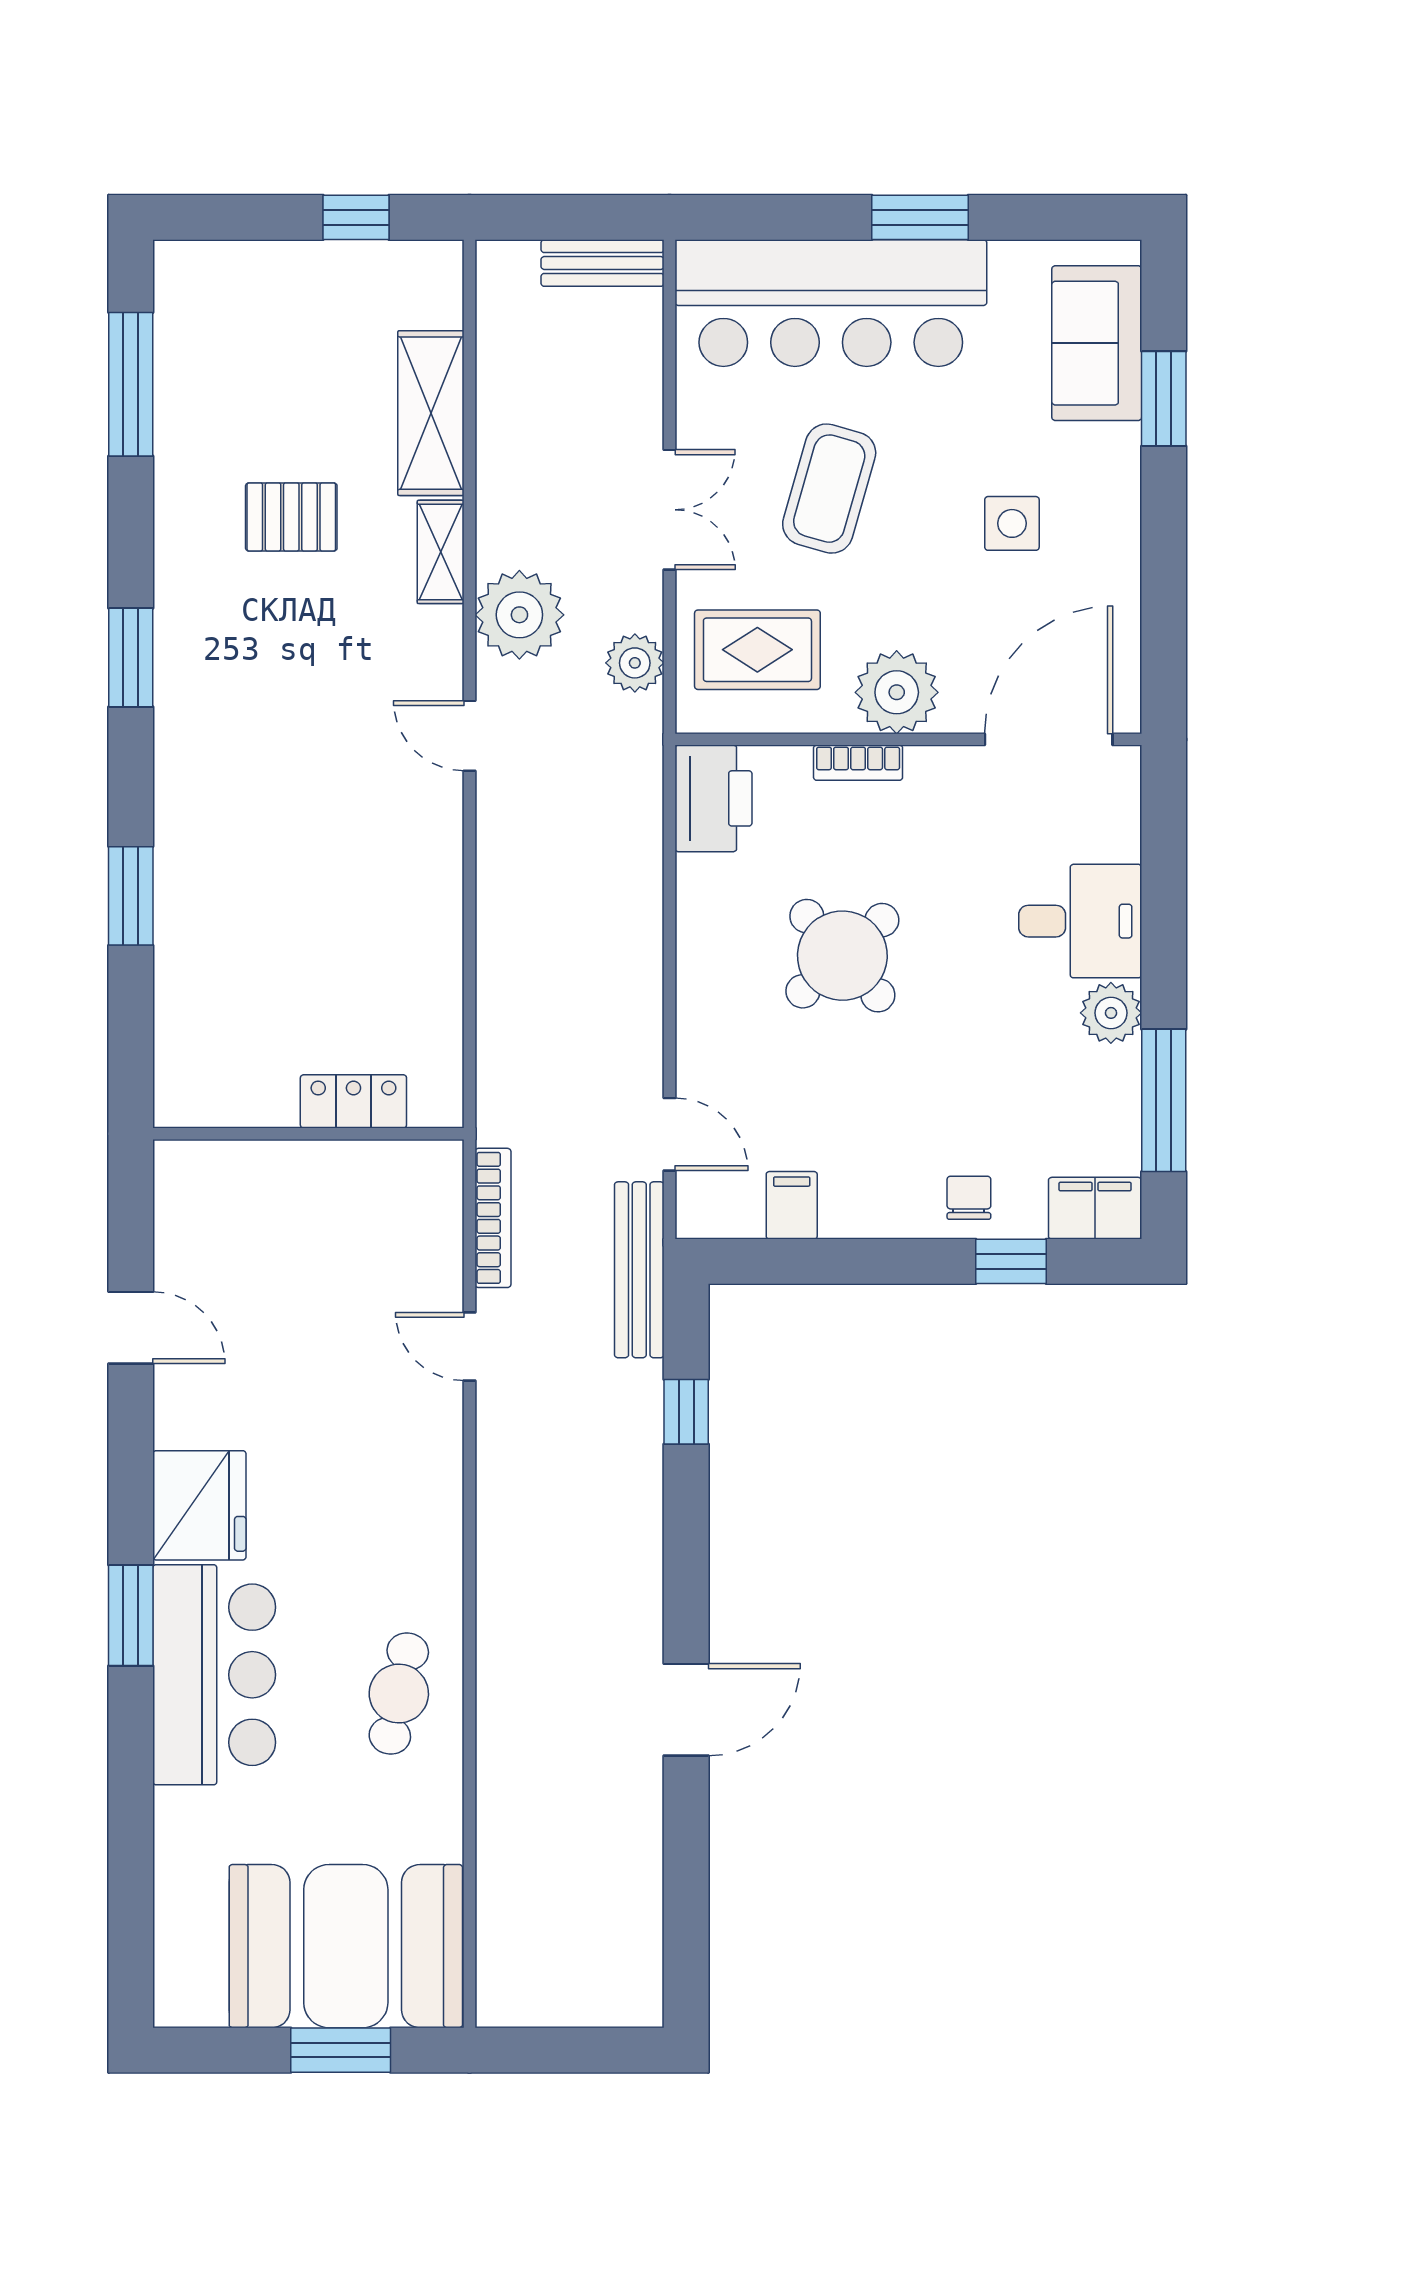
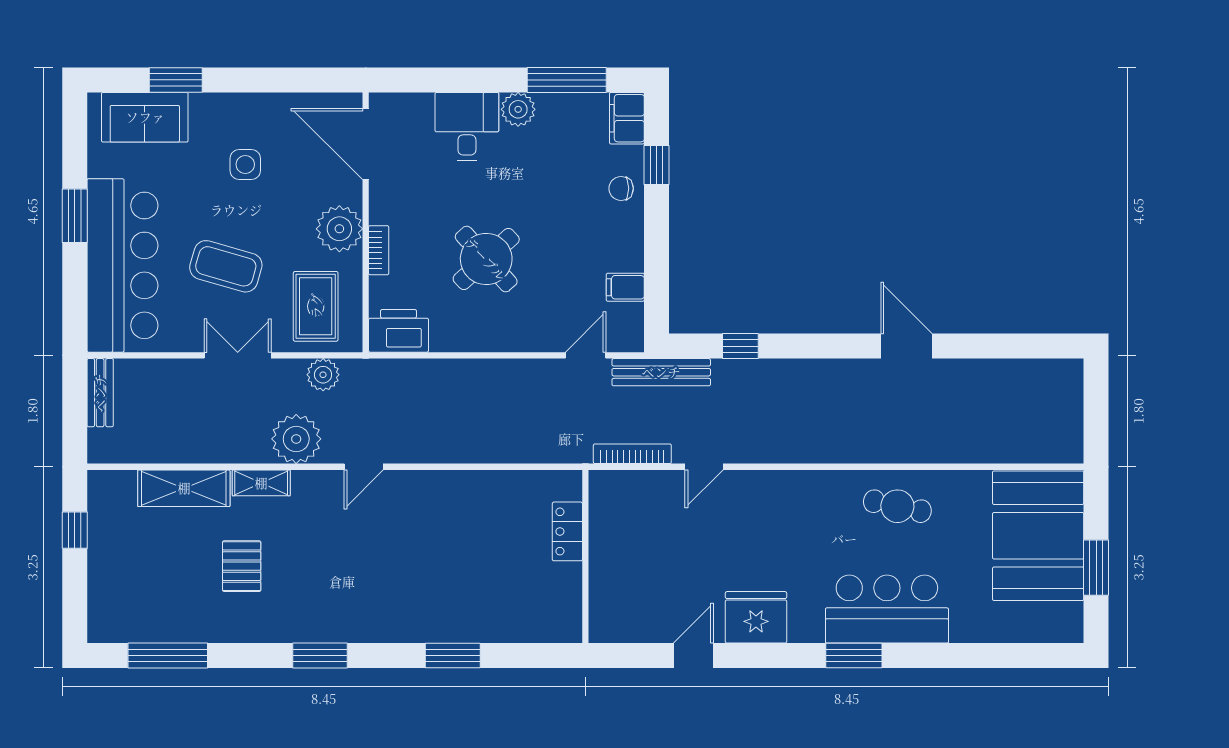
fridge: (199, 1505) -> (756, 617), moved
window: (341, 2050) -> (1096, 568), moved

